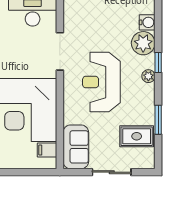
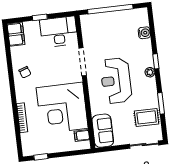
plant: (143, 43) -> (143, 48), removed
sliding door: (112, 172) -> (144, 145), moved

